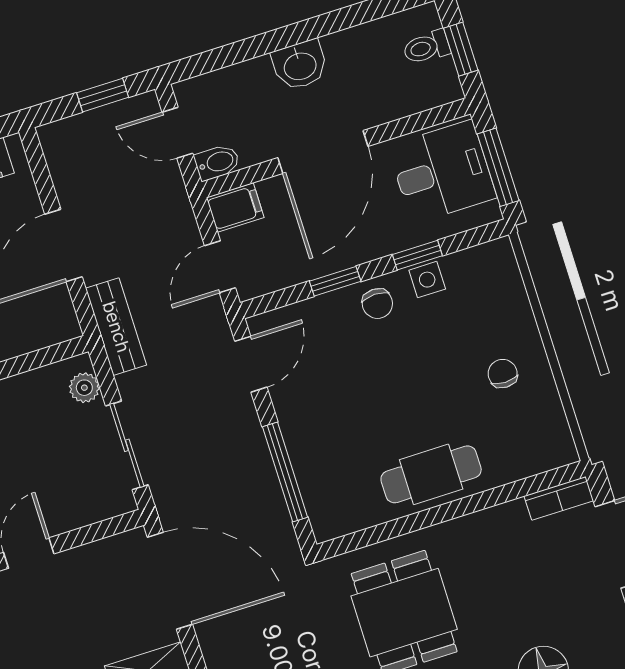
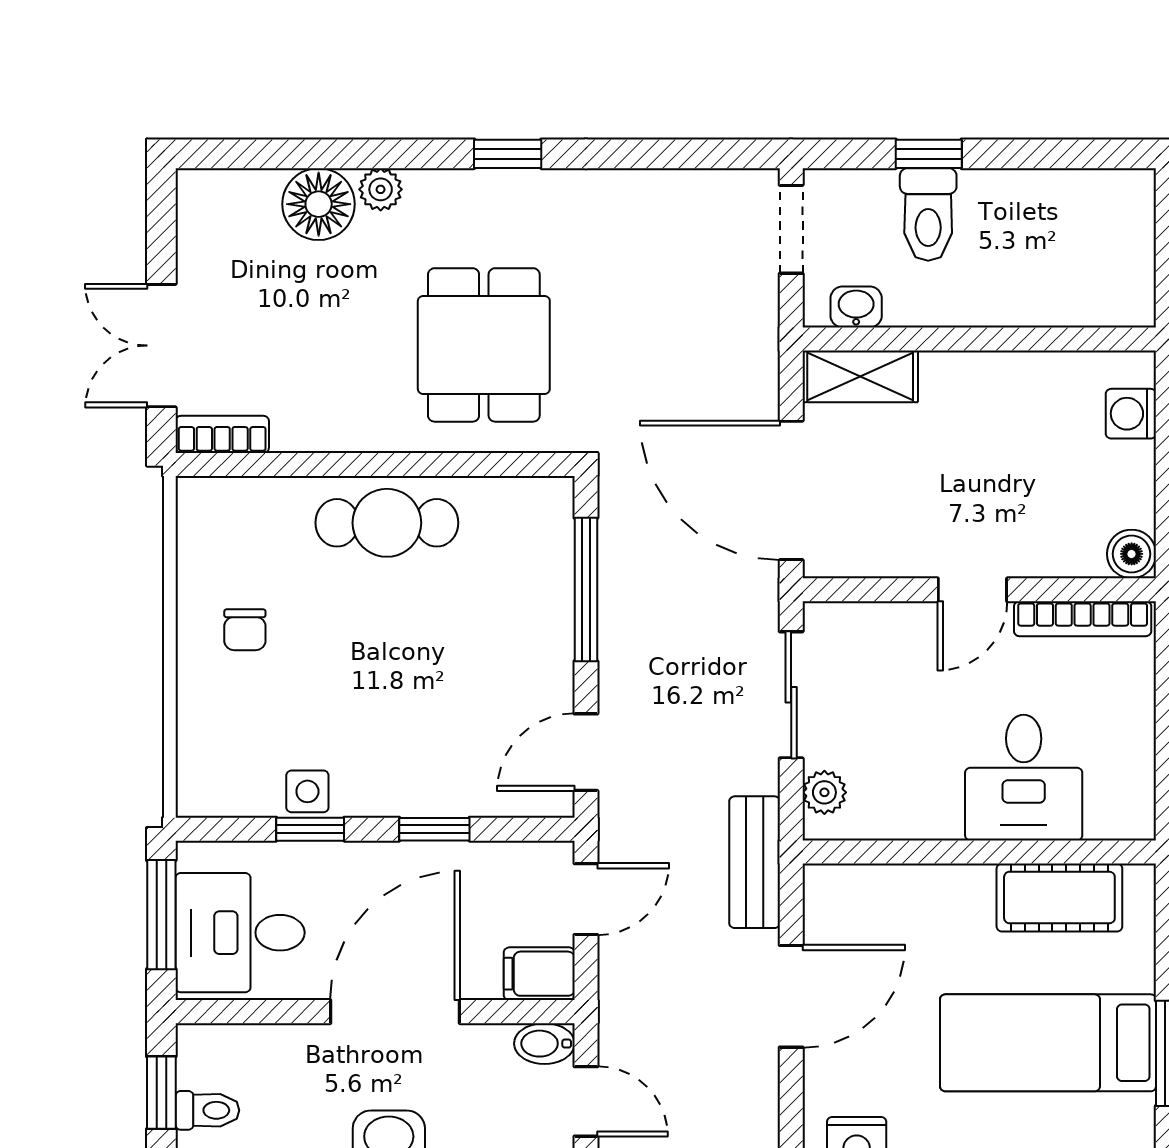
chair: (377, 304) -> (386, 780), removed

